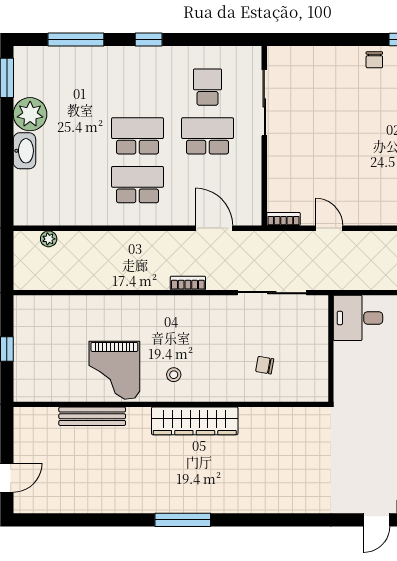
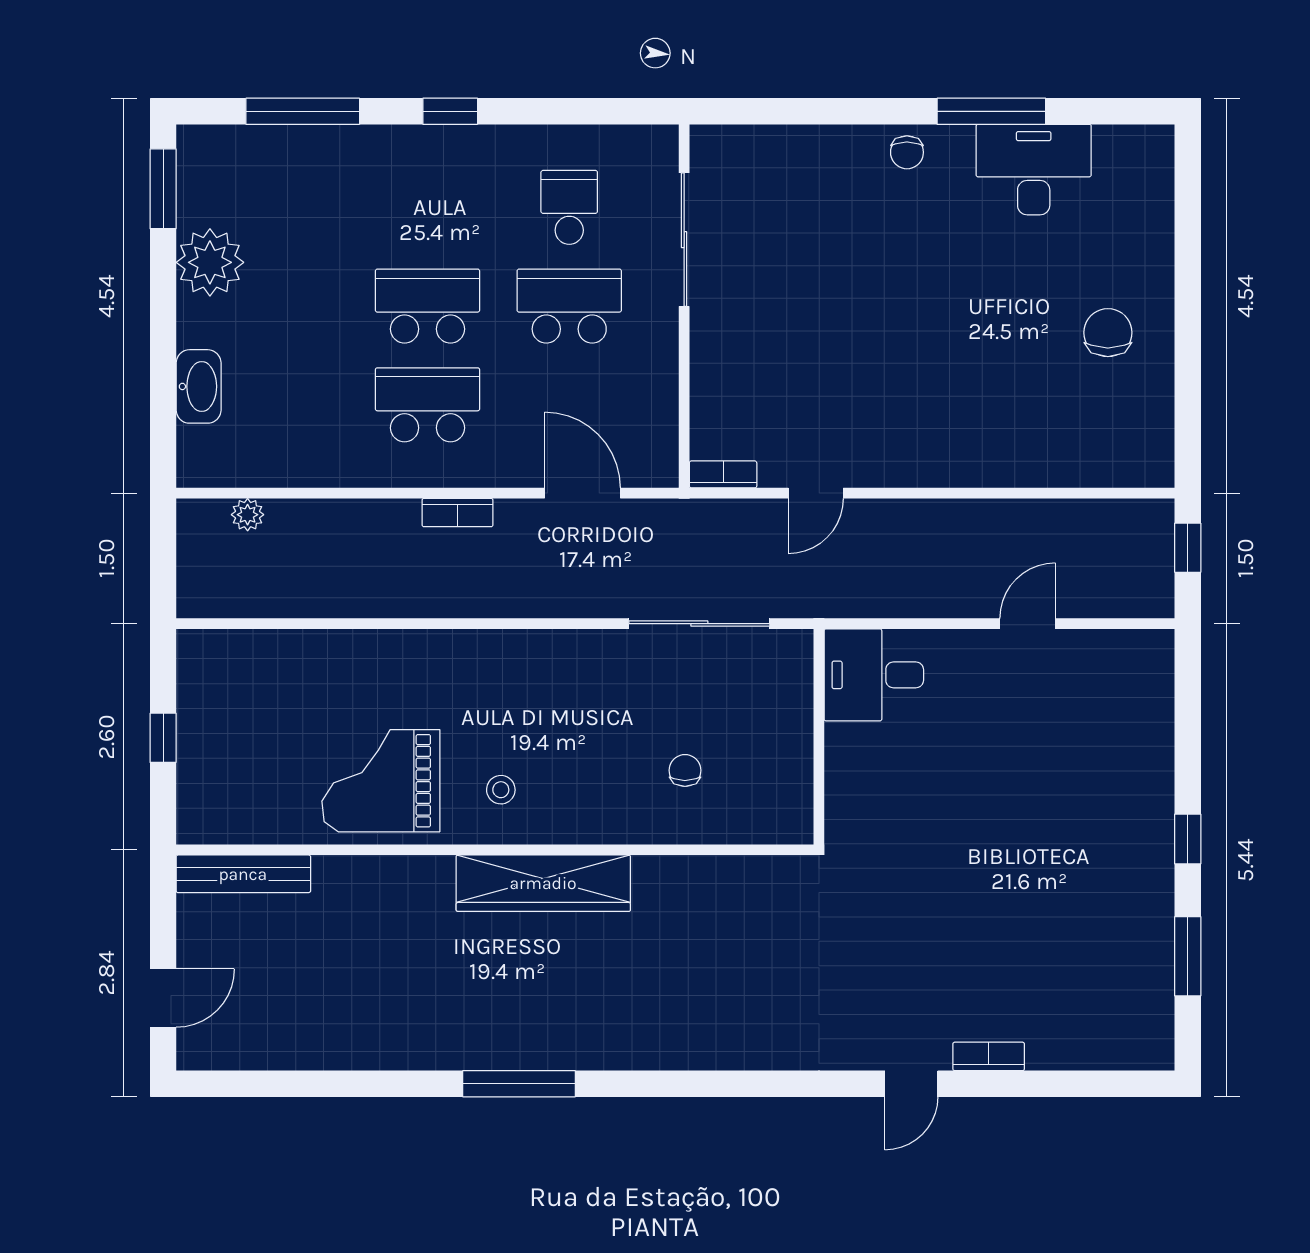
washbasin: (24, 151) -> (199, 386), moved
door: (329, 228) -> (816, 493), swing flipped
bookcase: (188, 283) -> (458, 513), moved, turned 180
chair: (265, 365) -> (685, 770), turned 80
grand piano: (114, 370) -> (381, 781), turned 90
bench: (92, 416) -> (243, 874), moved

